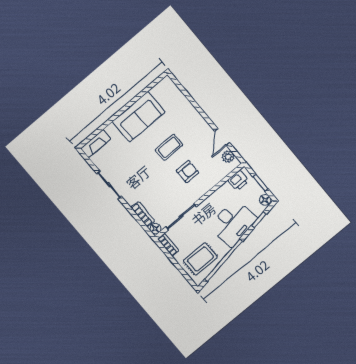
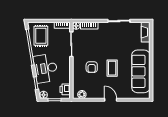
sofa: (139, 117) -> (141, 71), width x1.36
door: (222, 137) -> (111, 100), moved

